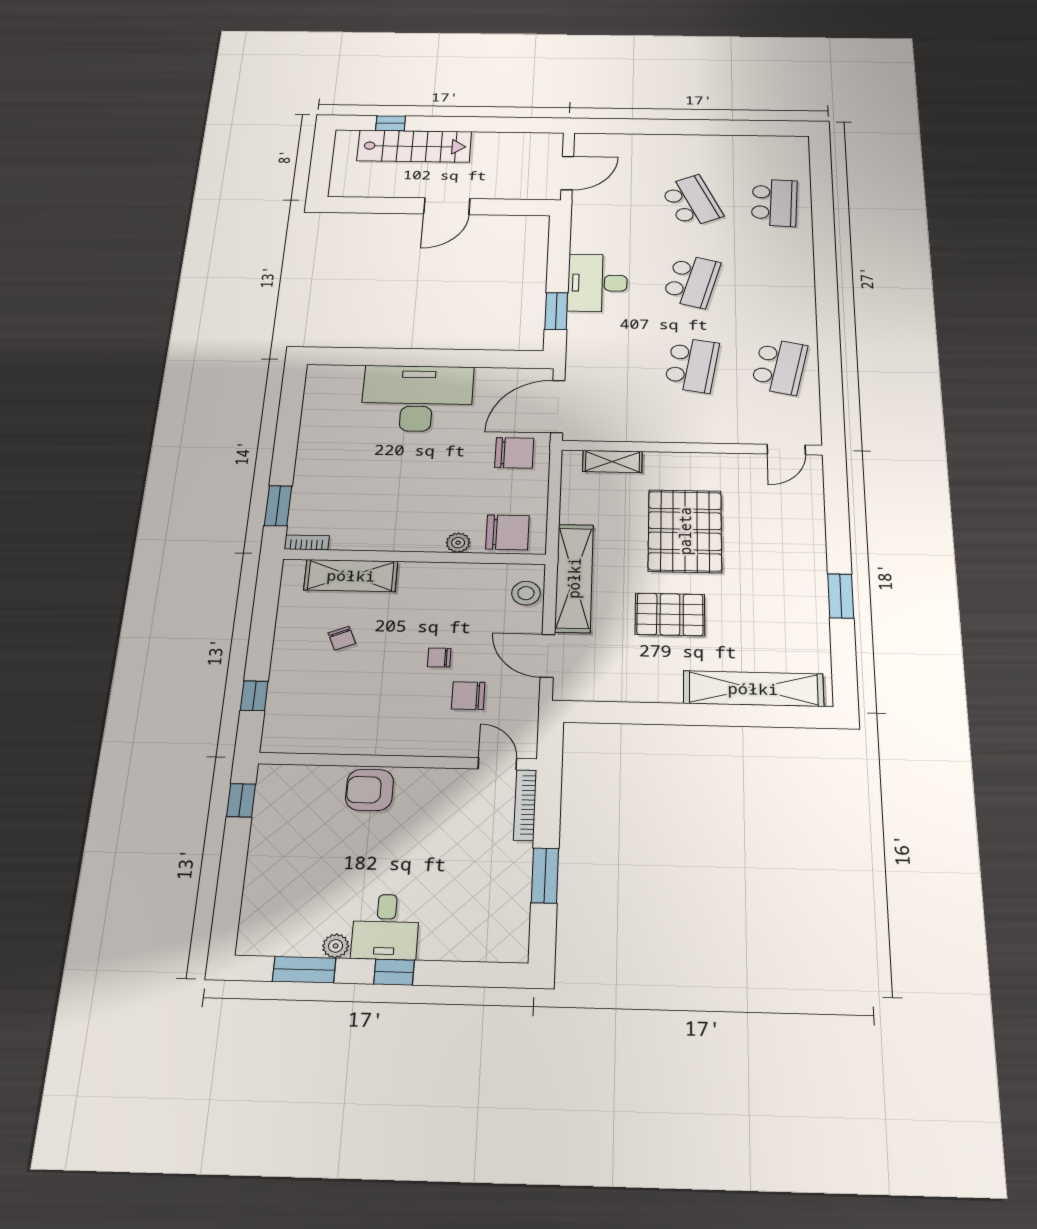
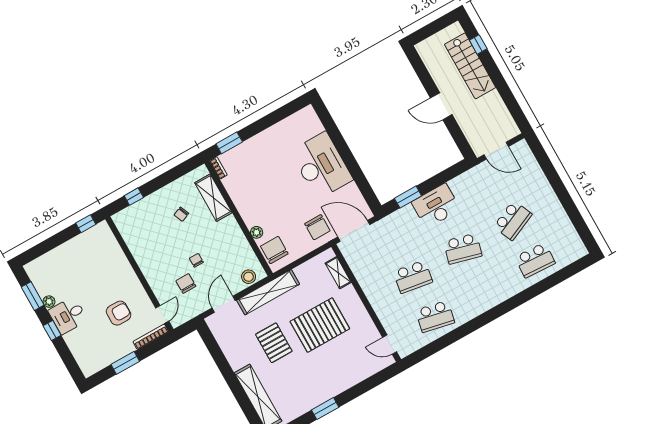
chair: (507, 532) -> (274, 250), turned 180
armchair: (369, 790) -> (119, 313), moved, turned 90

